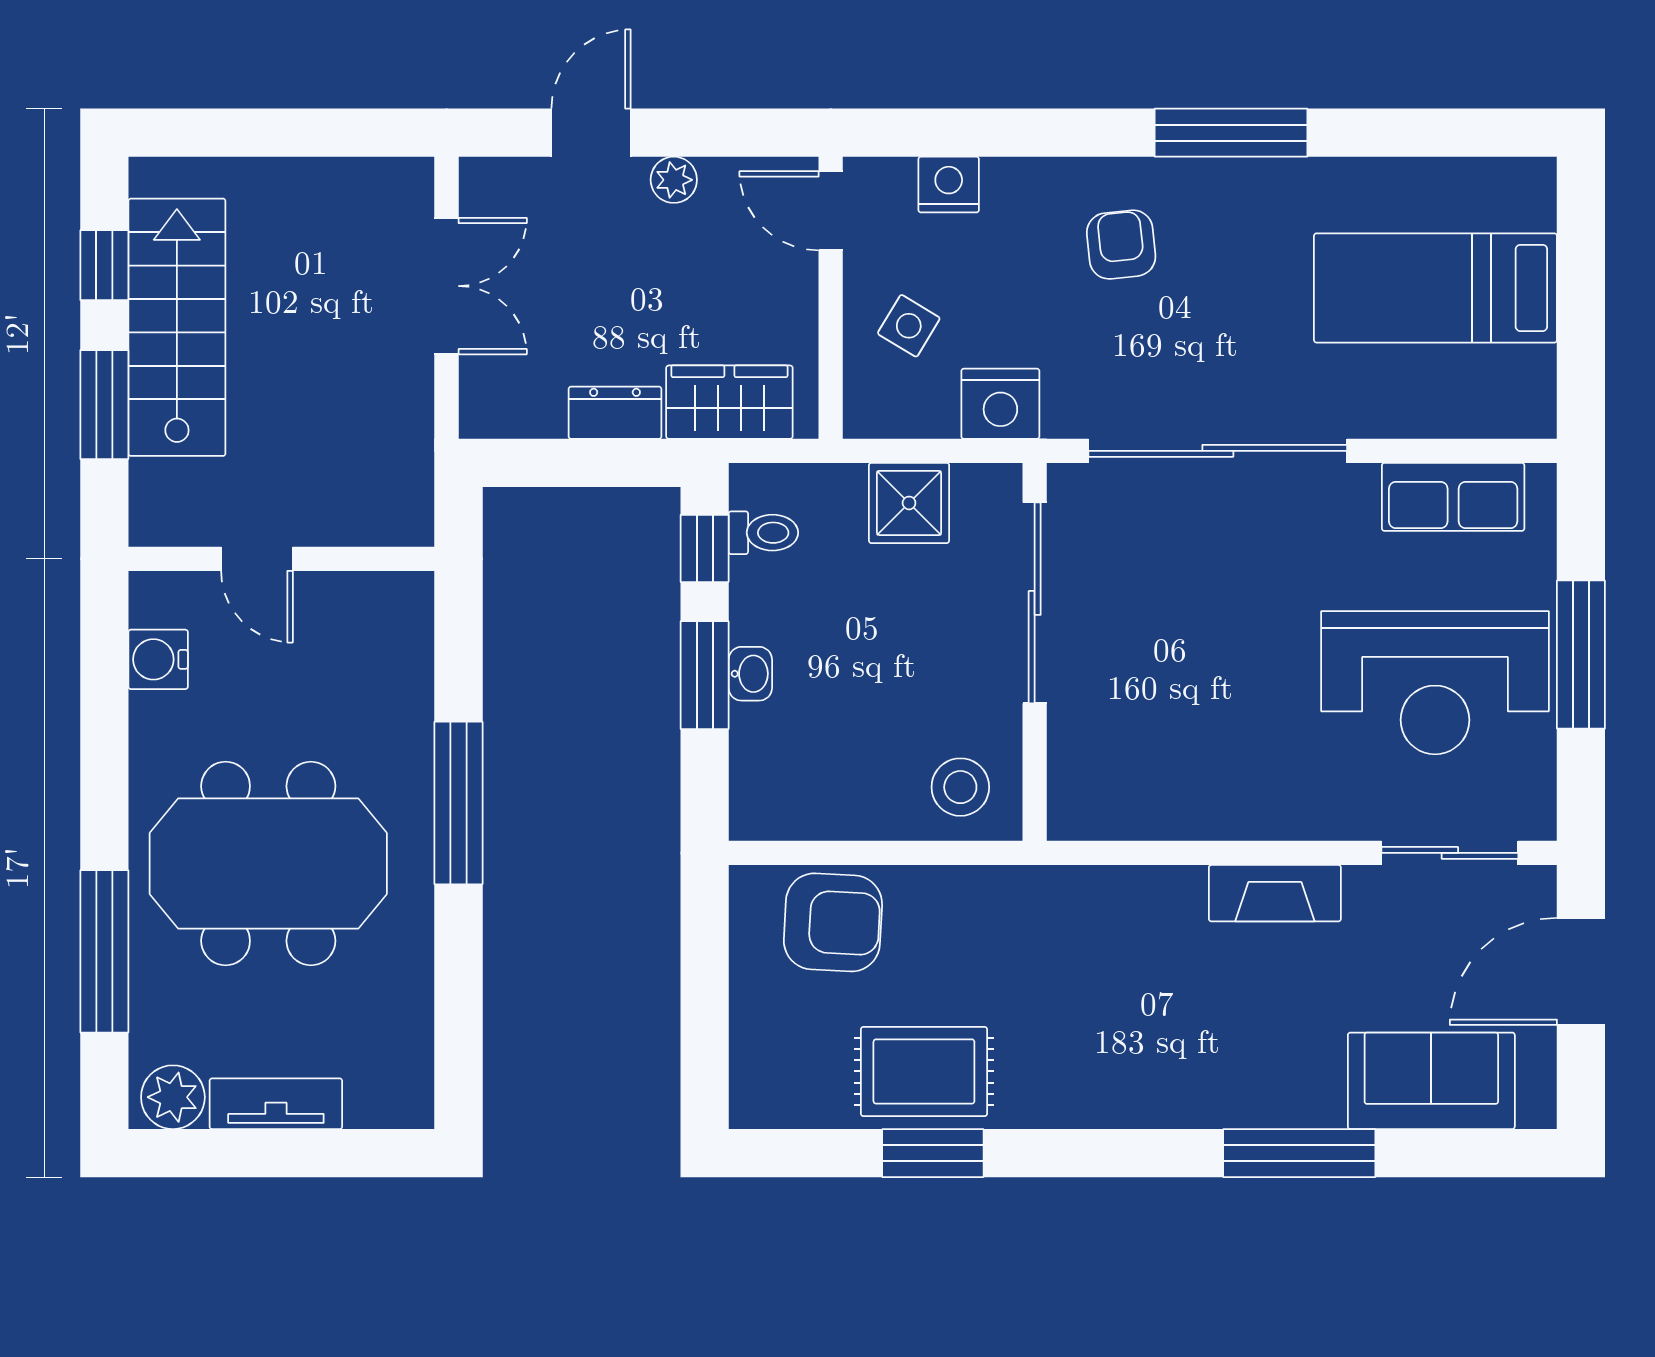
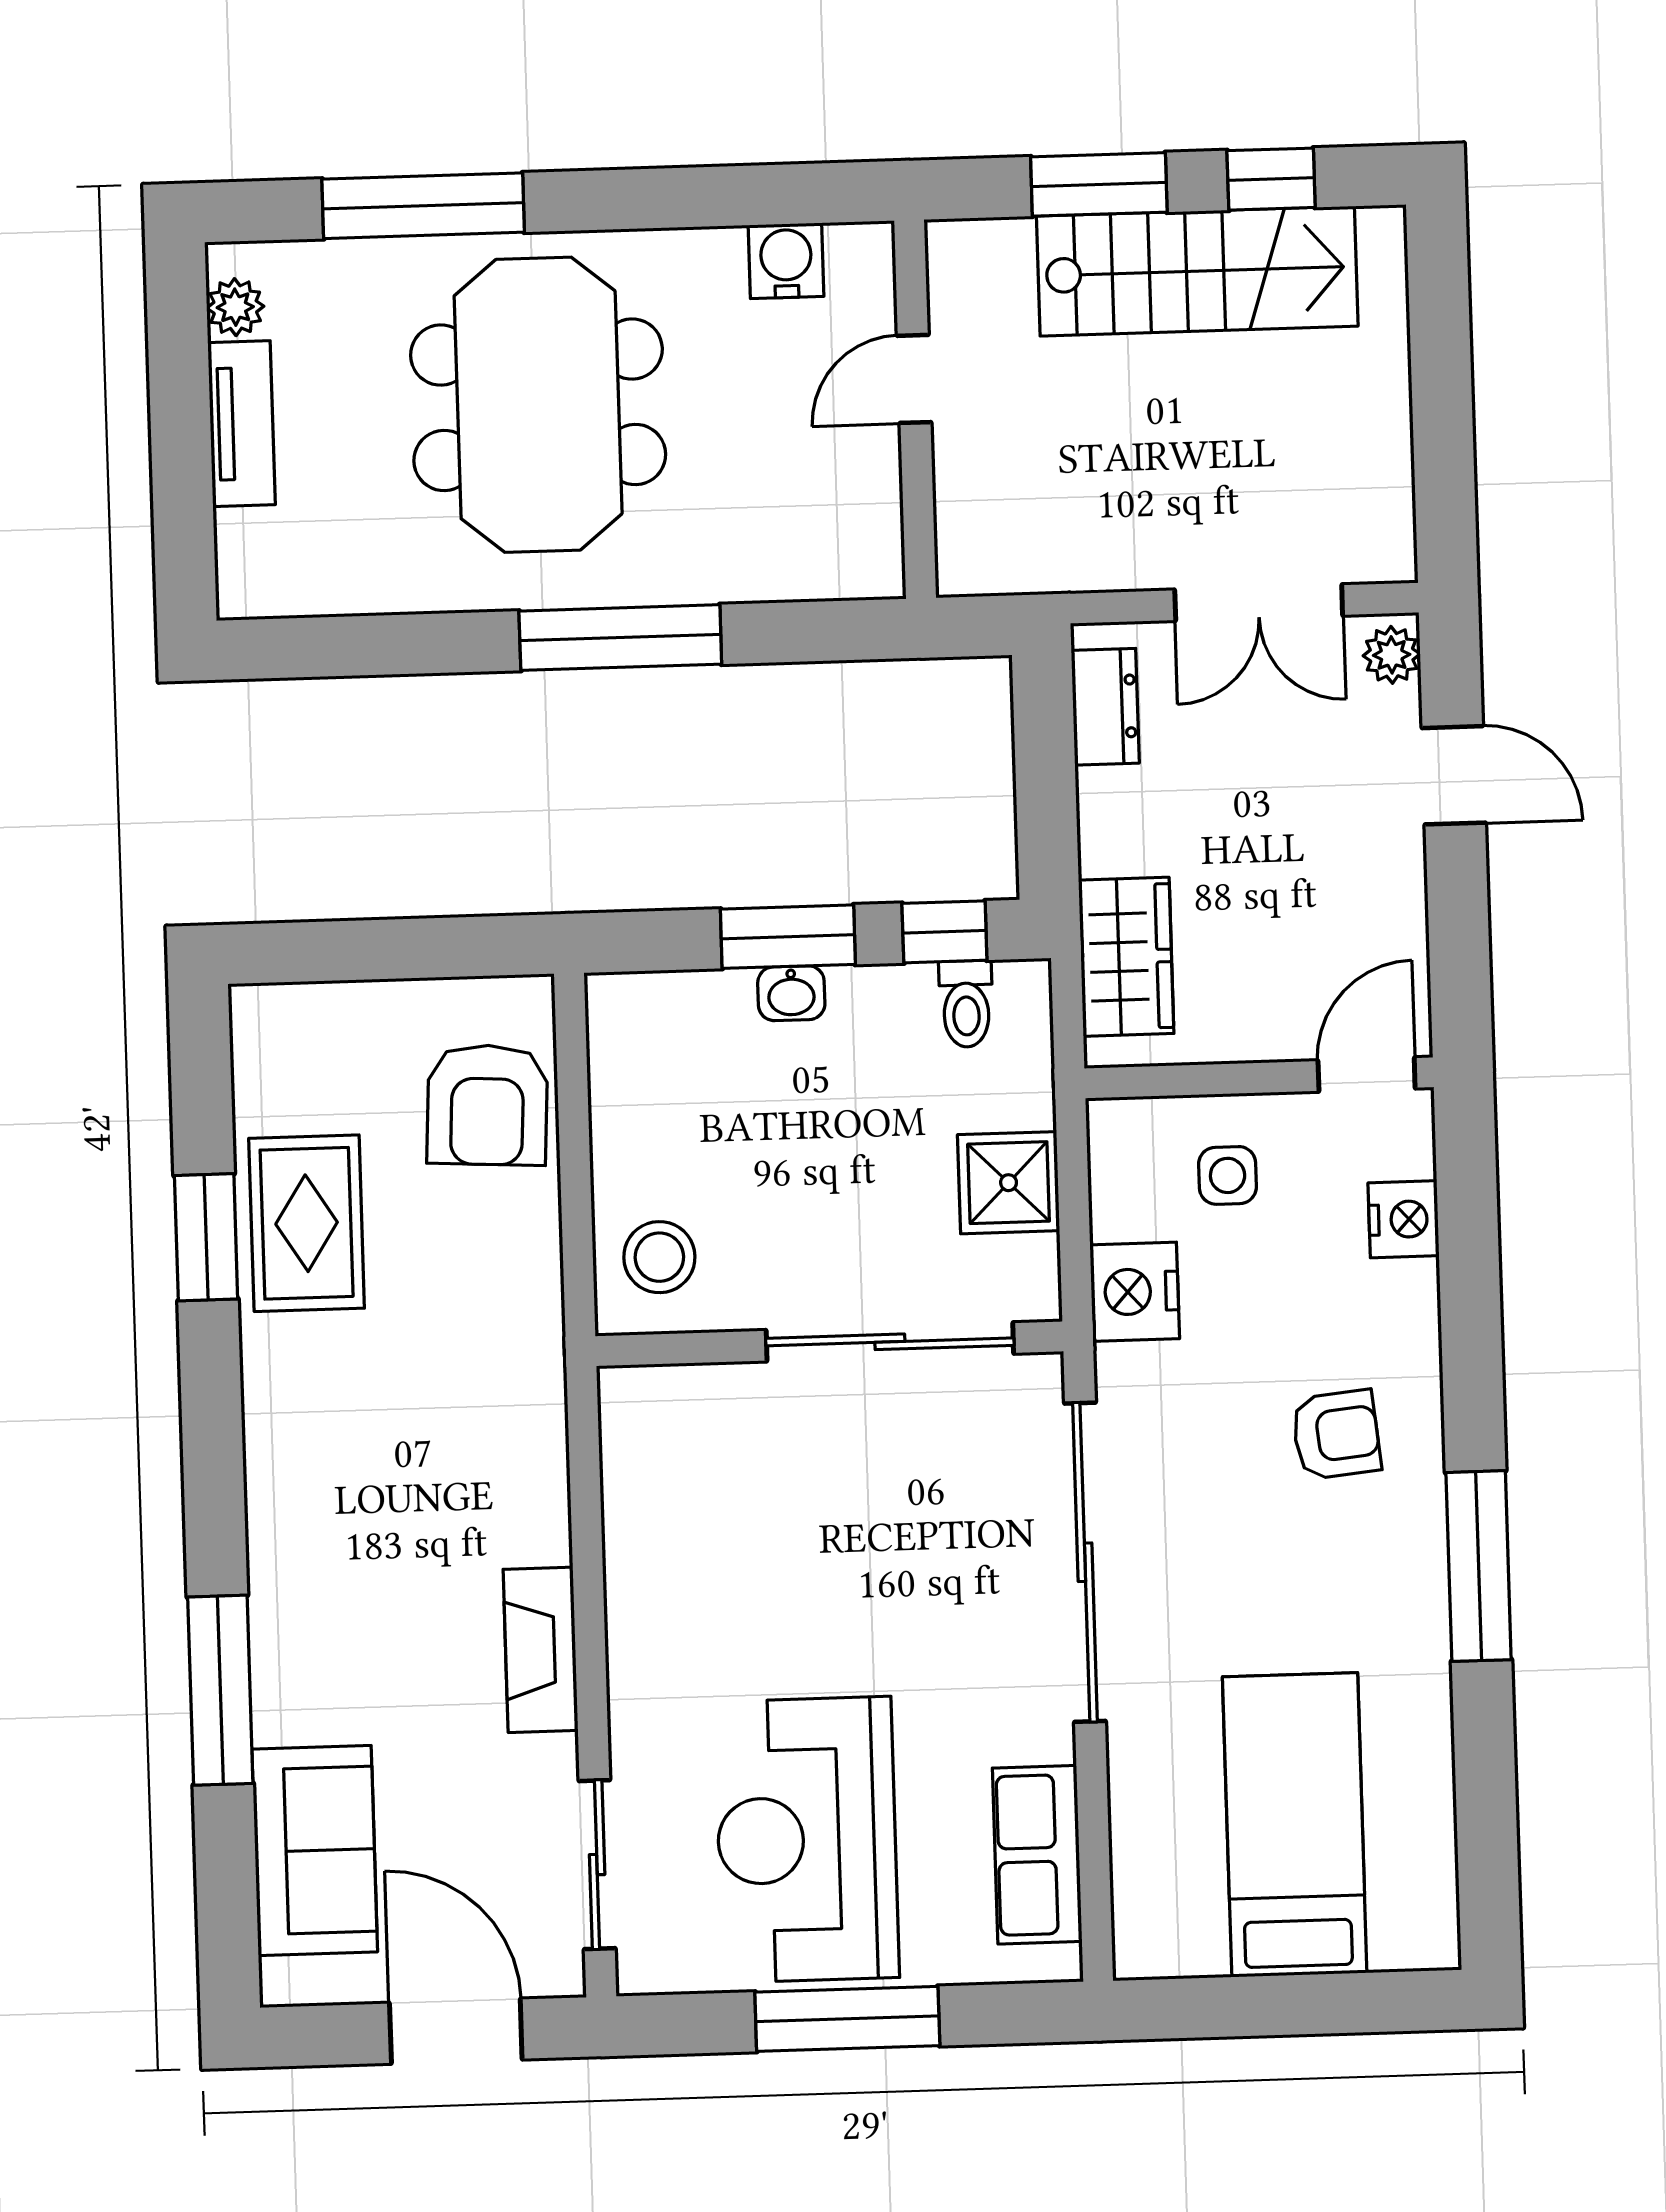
plant: (674, 180) -> (1392, 655), moved
side table: (909, 326) -> (1228, 1175), turned -31
dresser: (615, 413) -> (1105, 707), moved
plant: (173, 1097) -> (235, 307), width x0.73, depth x0.73

